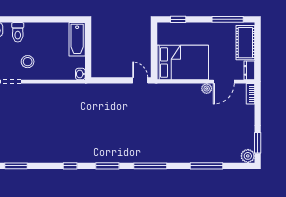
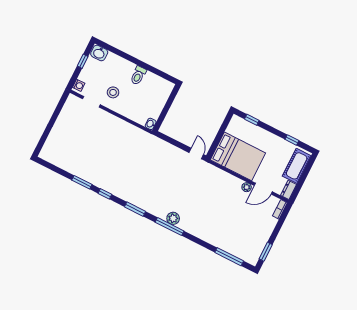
window: (228, 19) -> (292, 140), width x0.46
toilet: (18, 32) -> (138, 75), moved
bathtub: (77, 39) -> (162, 95), removed
plant: (248, 156) -> (173, 218), moved
window: (16, 166) -> (82, 182), moved
window: (207, 166) -> (229, 257), moved

